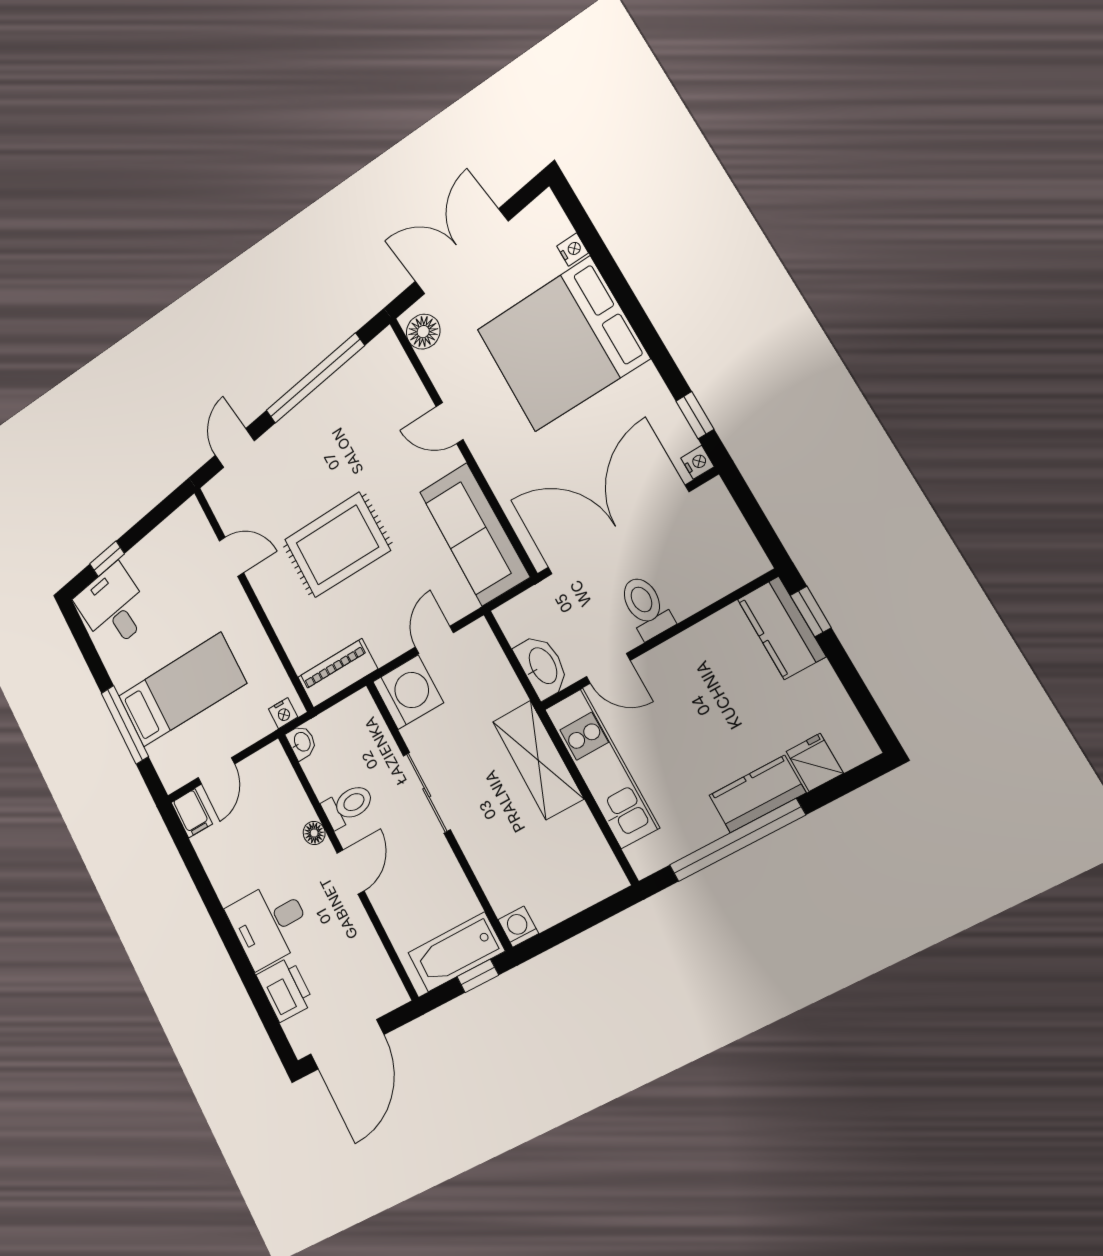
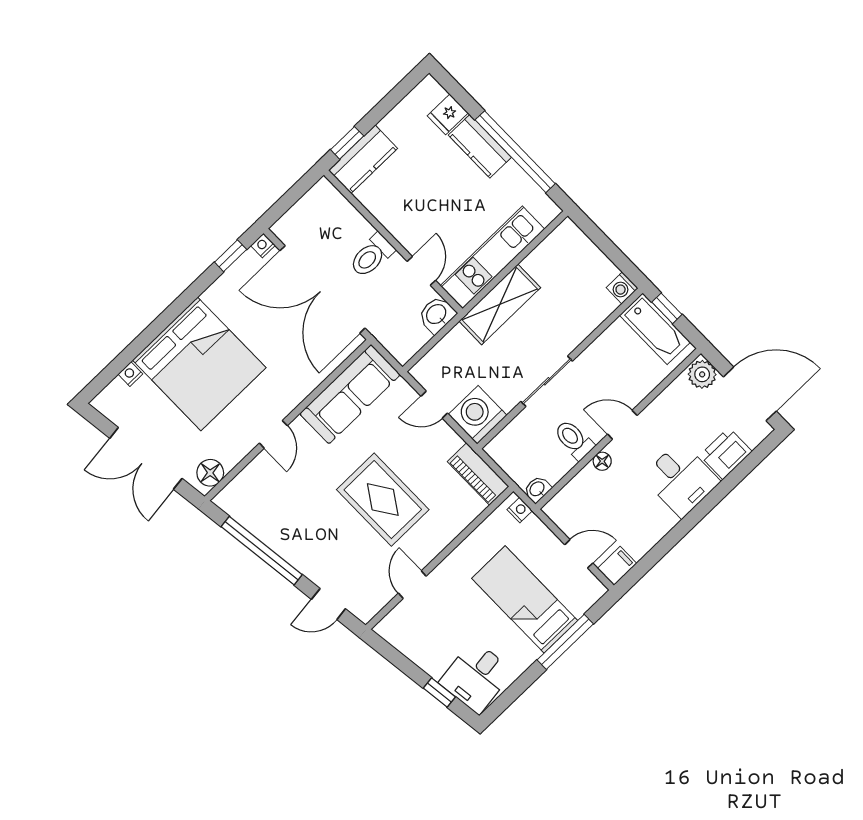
washbasin: (542, 666) -> (437, 315), width x0.72
plant: (385, 993) -> (702, 374), added

